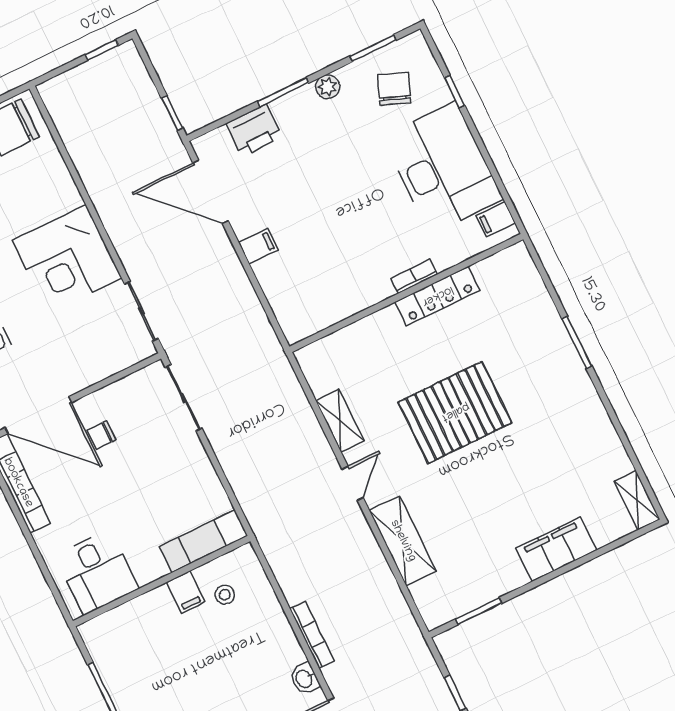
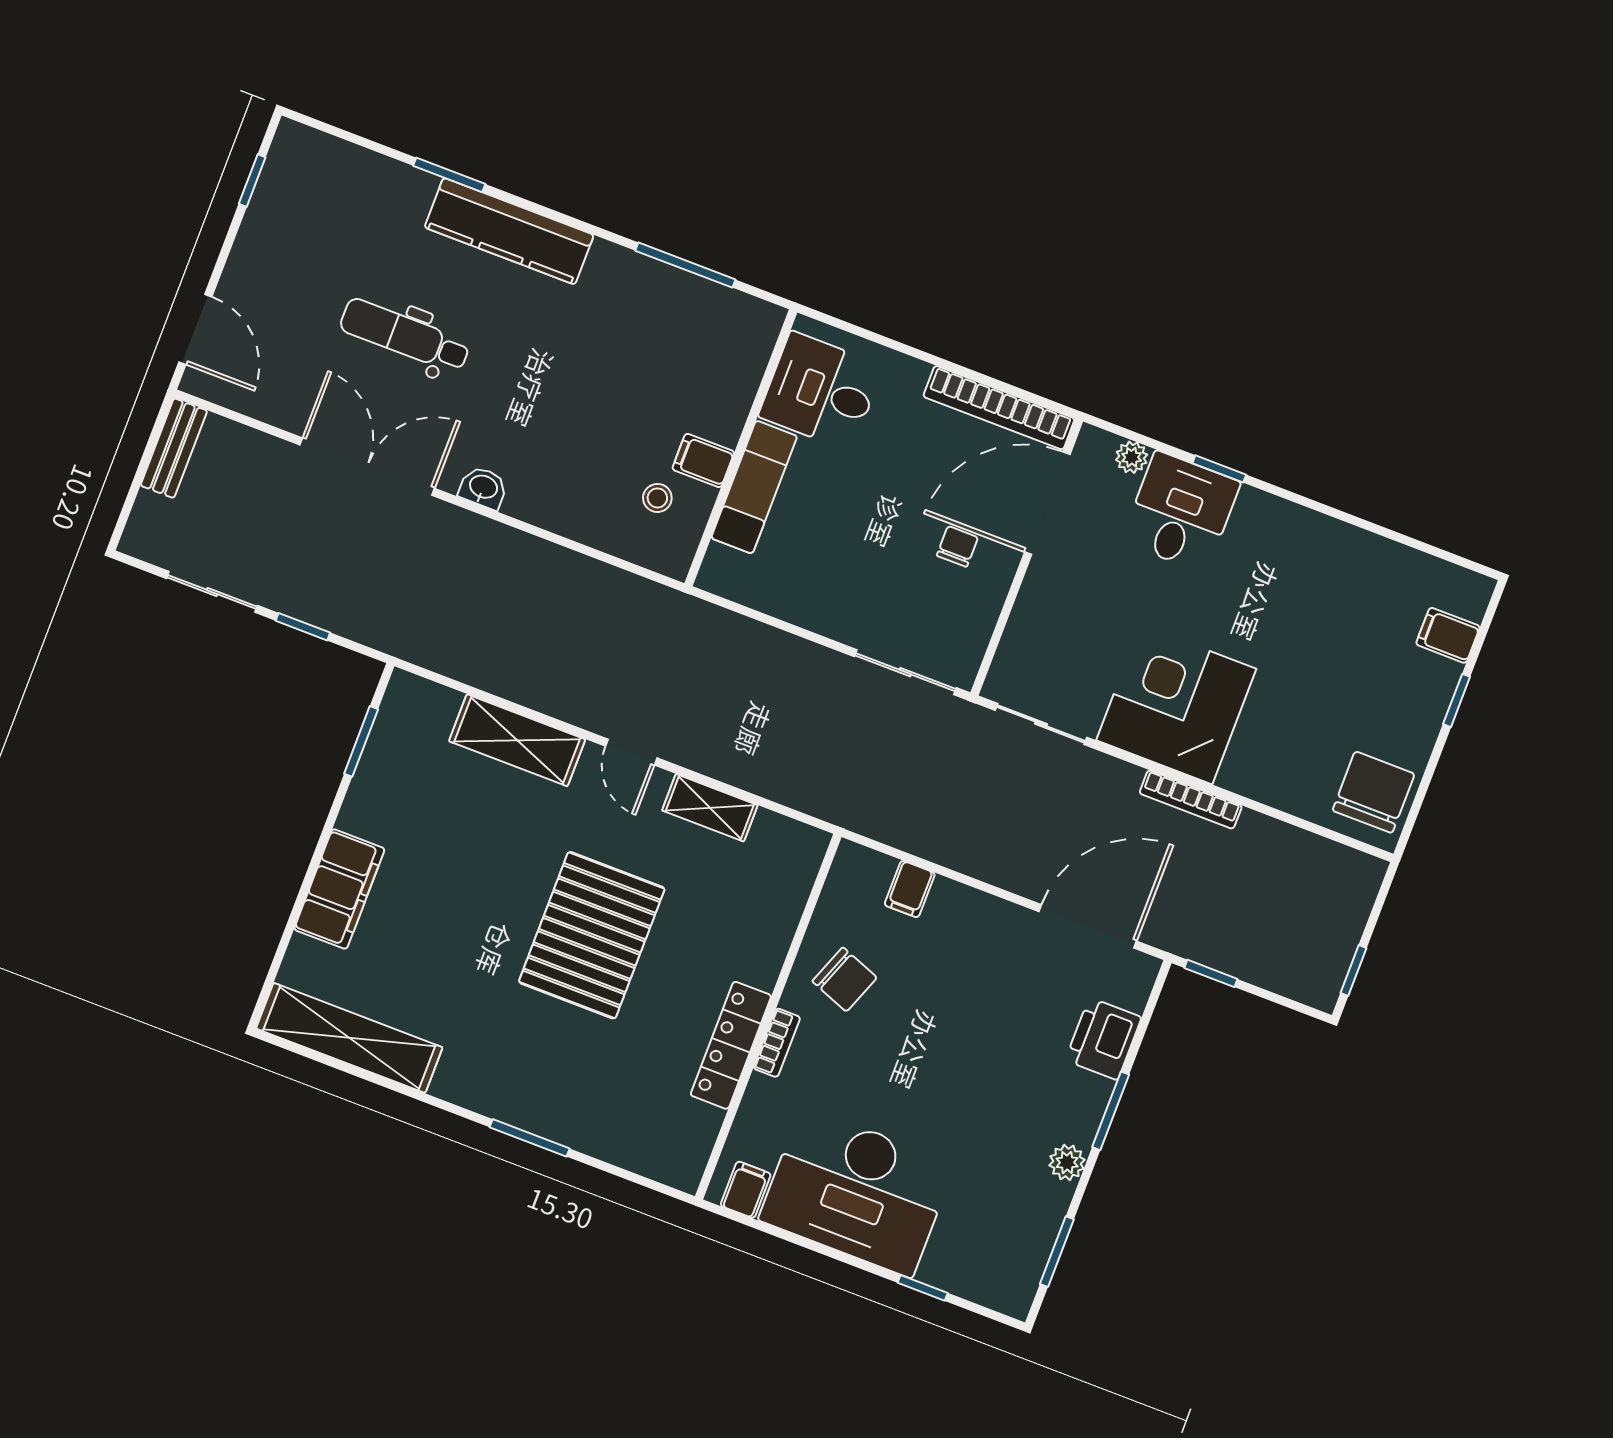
chair: (394, 89) -> (845, 979), moved
filing cabinet: (258, 246) -> (910, 889), moved
shelving: (637, 500) -> (349, 1038), width x2.20, depth x1.33
exam couch: (204, 541) -> (754, 487), moved
bookcase: (312, 635) -> (1191, 800), moved

